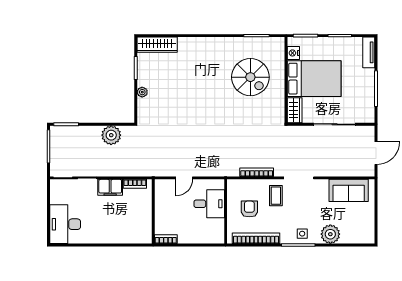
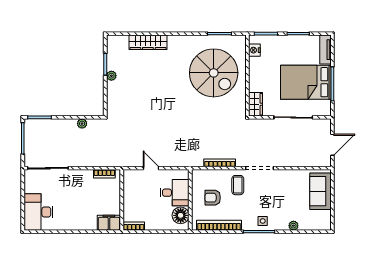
wardrobe: (157, 45) -> (148, 42), moved
spiral stairs: (250, 77) -> (214, 73), width x1.37, depth x1.37
bed: (314, 79) -> (306, 82), moved, turned 180
plant: (142, 92) -> (111, 76), moved
plant: (111, 135) -> (82, 124), width x0.53, depth x0.53
door: (184, 178) -> (151, 168), swing flipped
filing cabinet: (110, 187) -> (109, 223), moved, turned 180
sofa: (349, 190) -> (320, 191), moved, turned 90
armchair: (249, 209) -> (213, 198), turned -90
floor lamp: (215, 228) -> (181, 215), added
plant: (330, 234) -> (293, 226), width x0.53, depth x0.53

